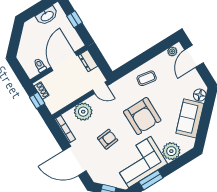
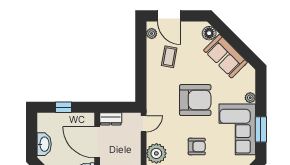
washbasin: (47, 16) -> (44, 144), moved
coffee table: (147, 78) -> (169, 57), moved
armchair: (108, 139) -> (197, 146), turned 96
plant: (171, 151) -> (250, 98), width x0.53, depth x0.53

